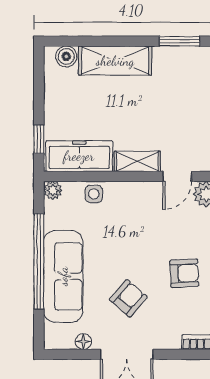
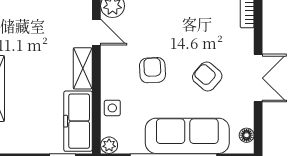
armchair: (184, 273) -> (152, 70), moved
floor lamp: (83, 342) -> (247, 135), moved

